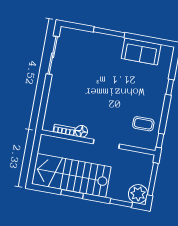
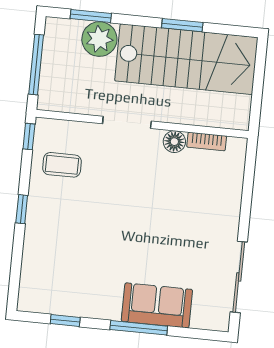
window: (149, 39) -> (65, 320), added
sofa: (141, 51) -> (157, 305), moved
window: (170, 87) -> (22, 209), moved
plant: (138, 194) -> (99, 39), moved

